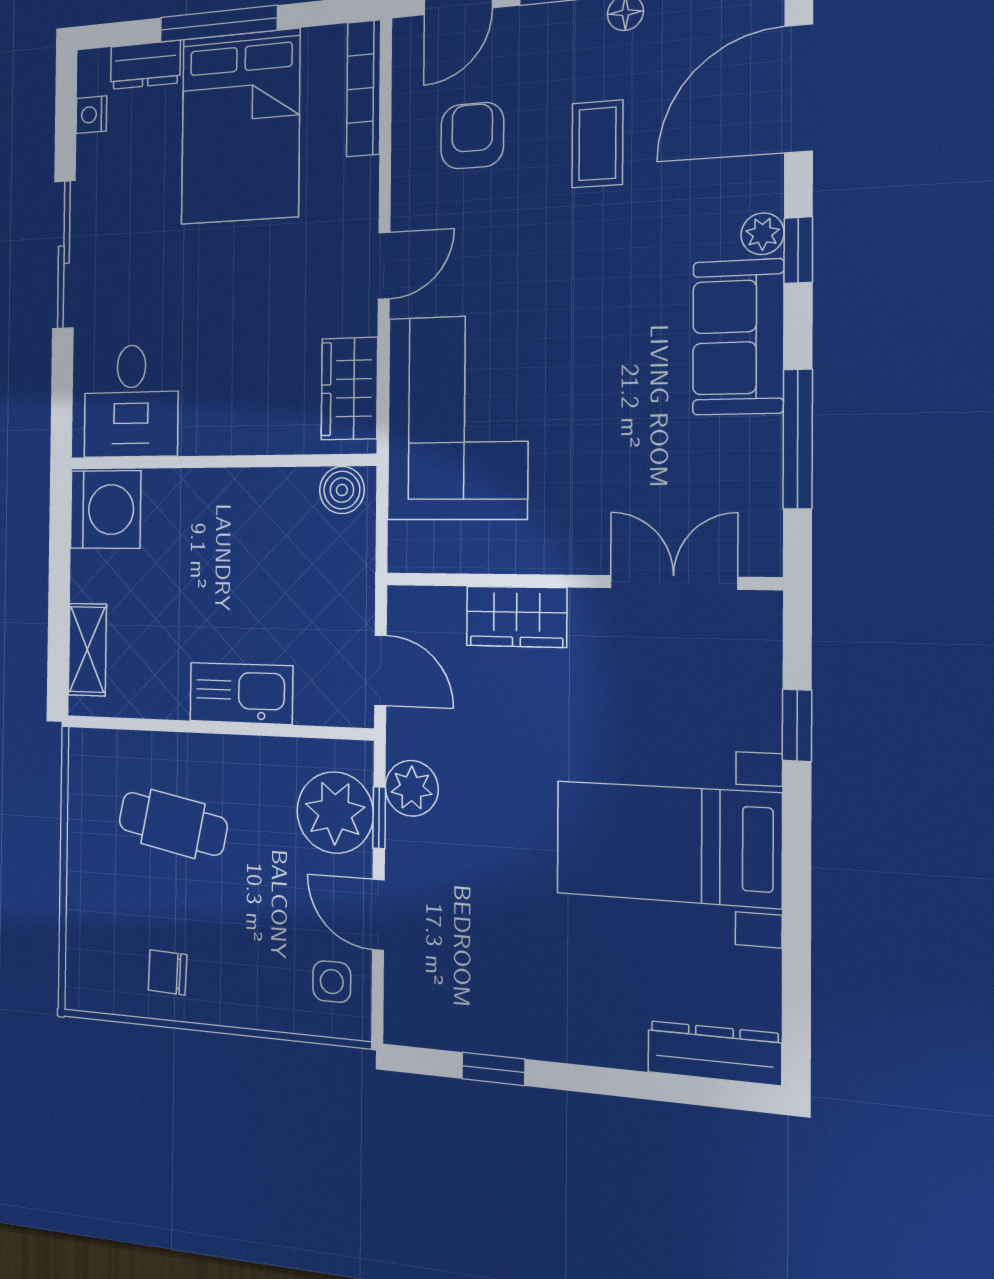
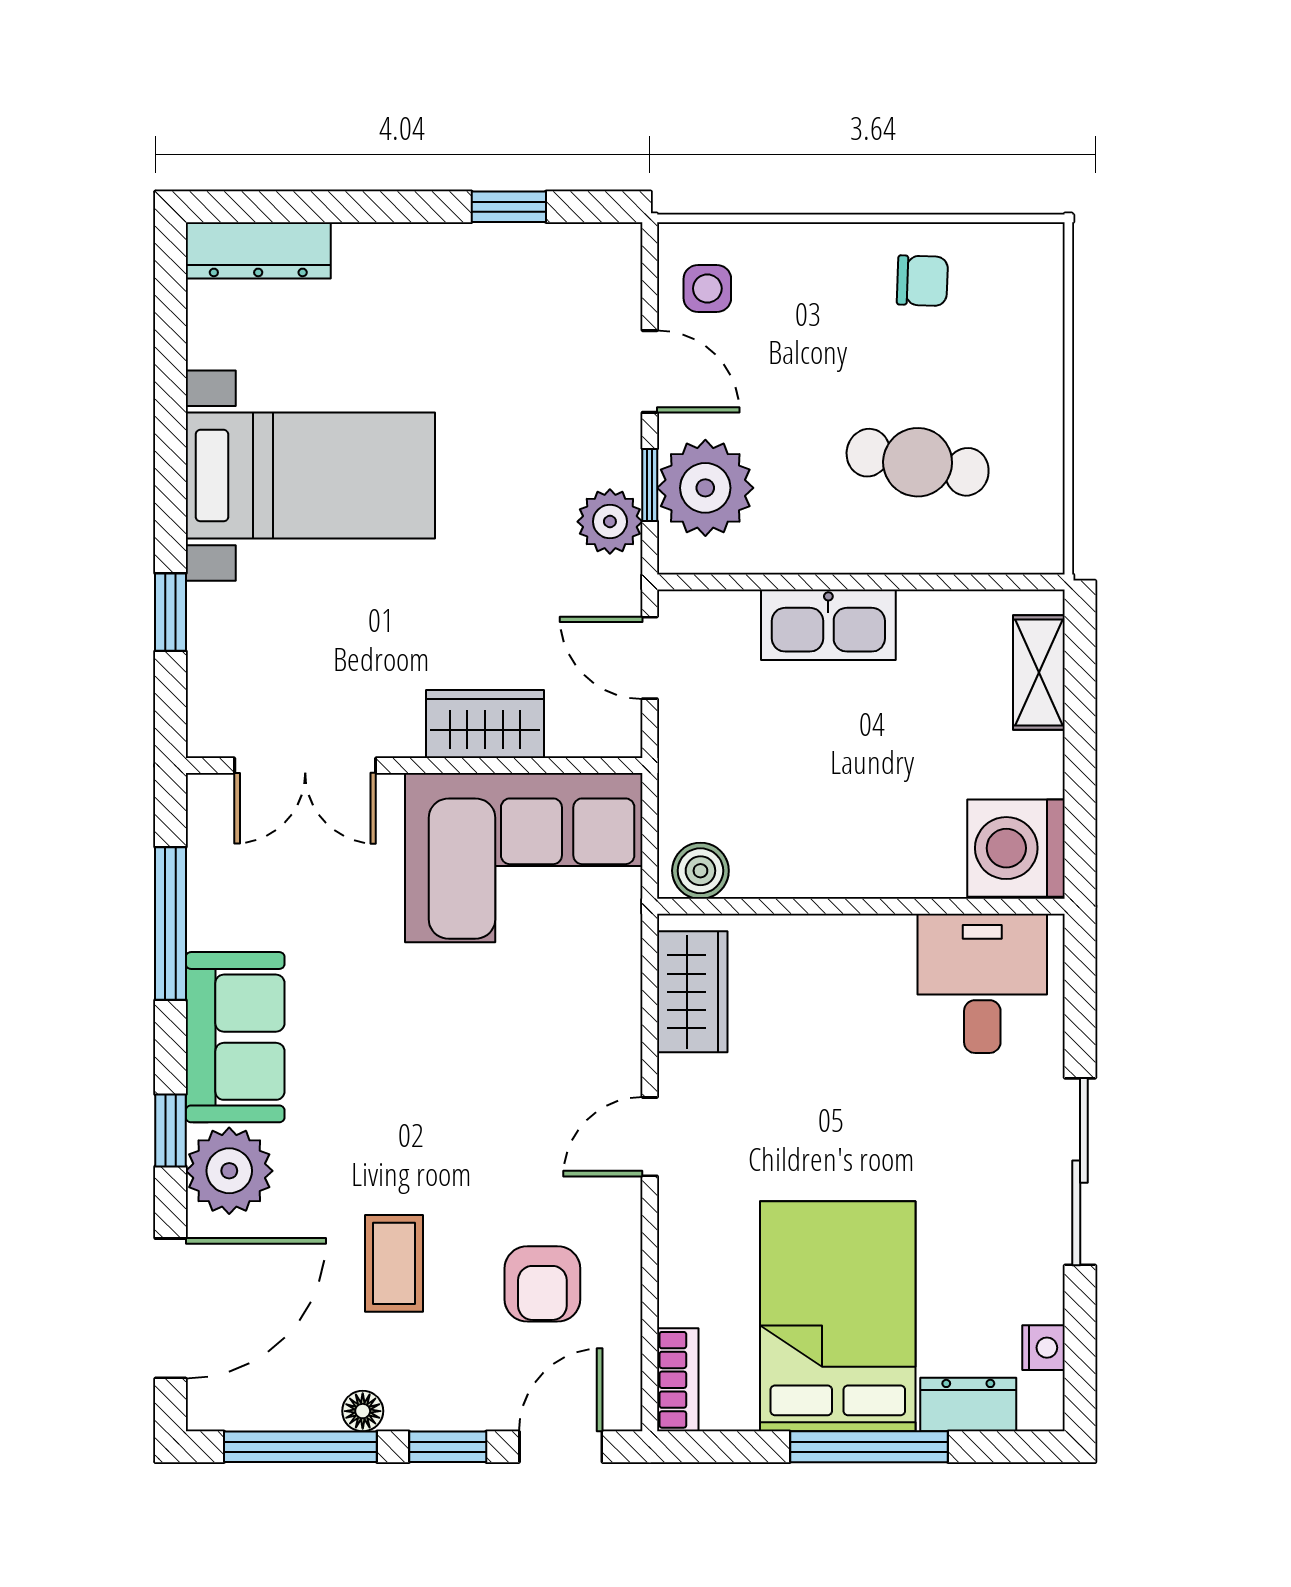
bookcase: (364, 88) -> (678, 1380), width x0.64
plant: (763, 234) -> (229, 1171), width x1.88, depth x1.88
corner sofa: (457, 418) -> (524, 858), moved, turned -90

